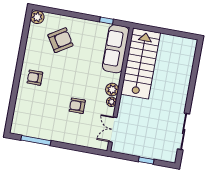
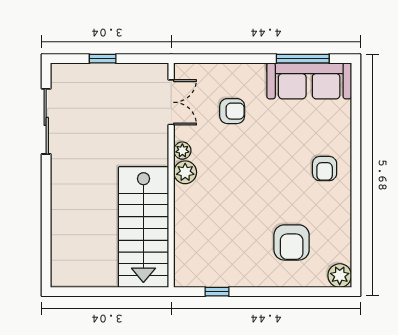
armchair: (60, 40) -> (292, 242), turned -58
sofa: (116, 49) -> (309, 81), moved, turned 90
armchair: (35, 78) -> (325, 169), turned 90
armchair: (77, 106) -> (232, 111), moved

